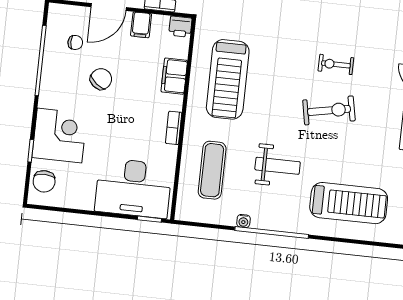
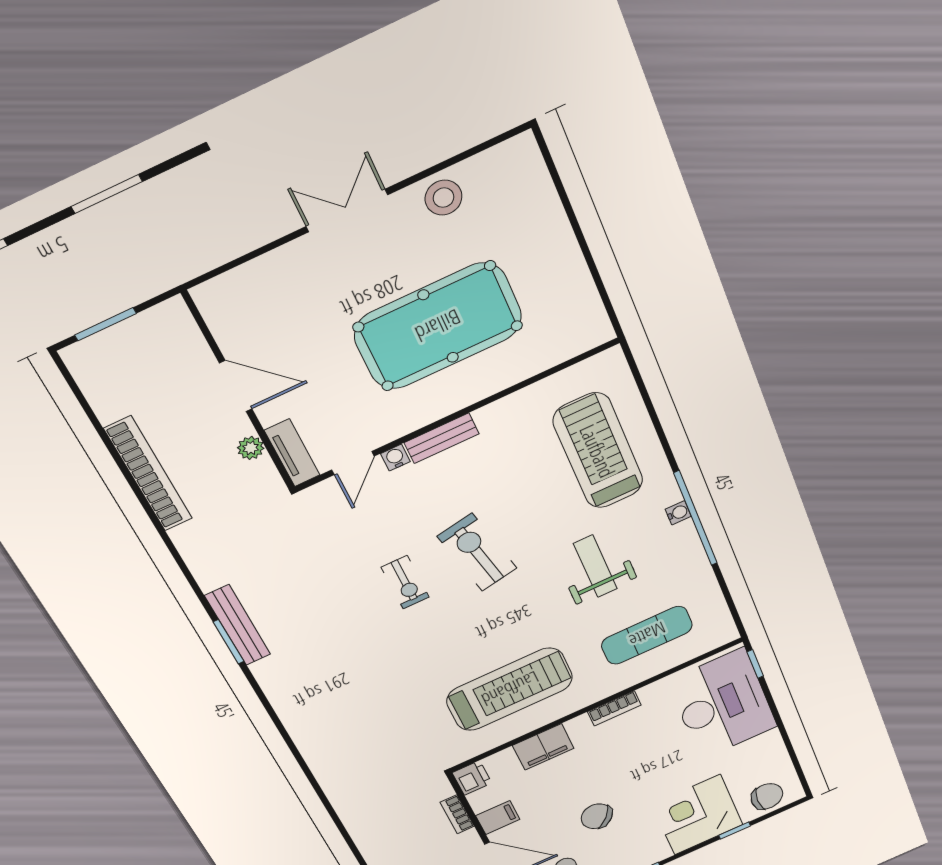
water cooler: (243, 221) -> (678, 513), moved

